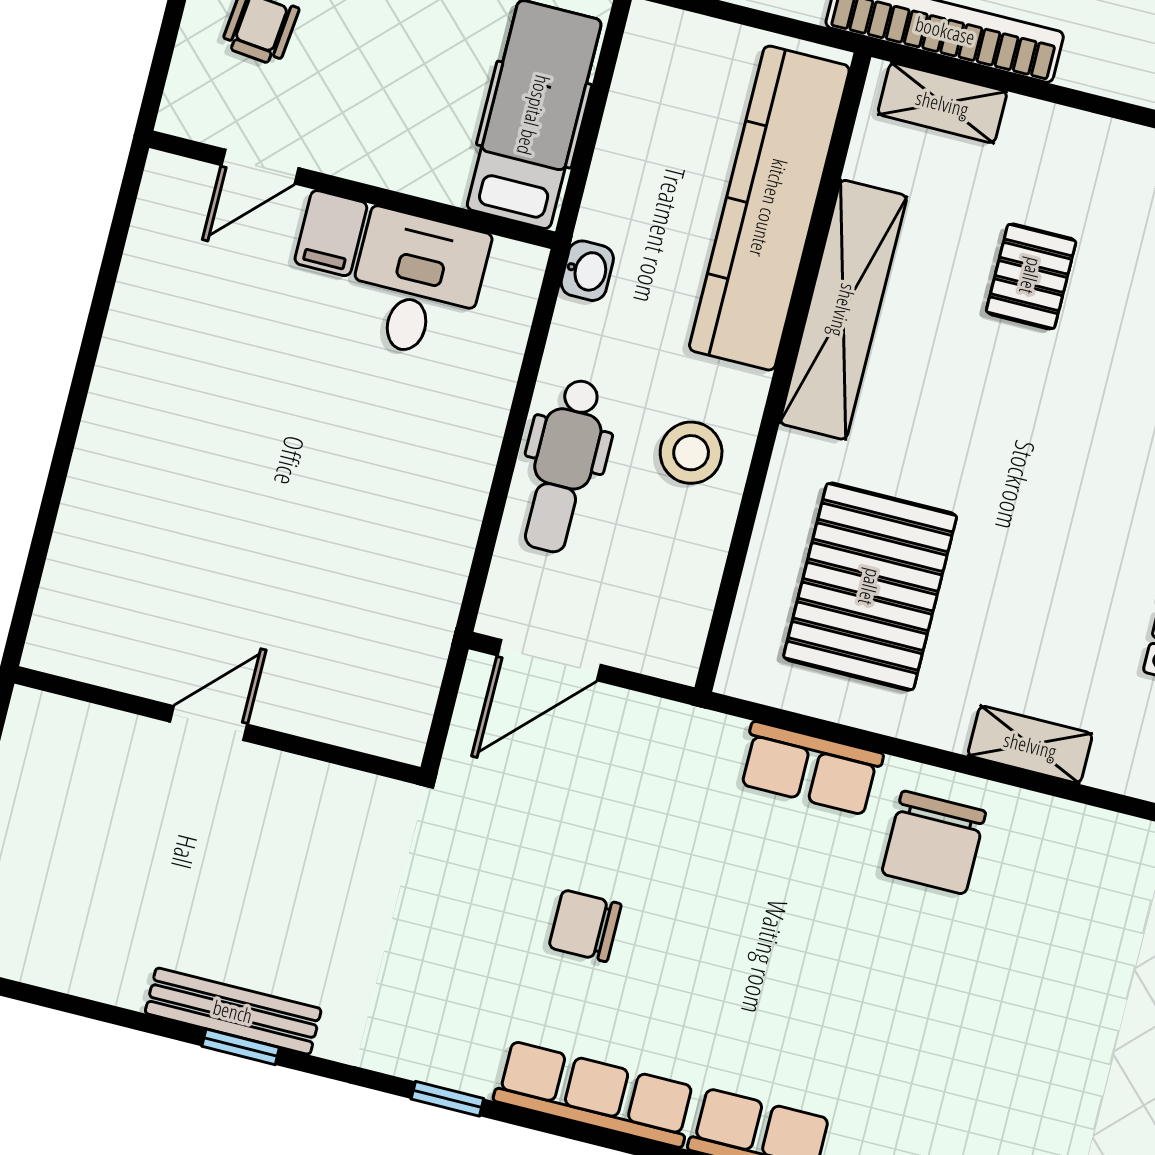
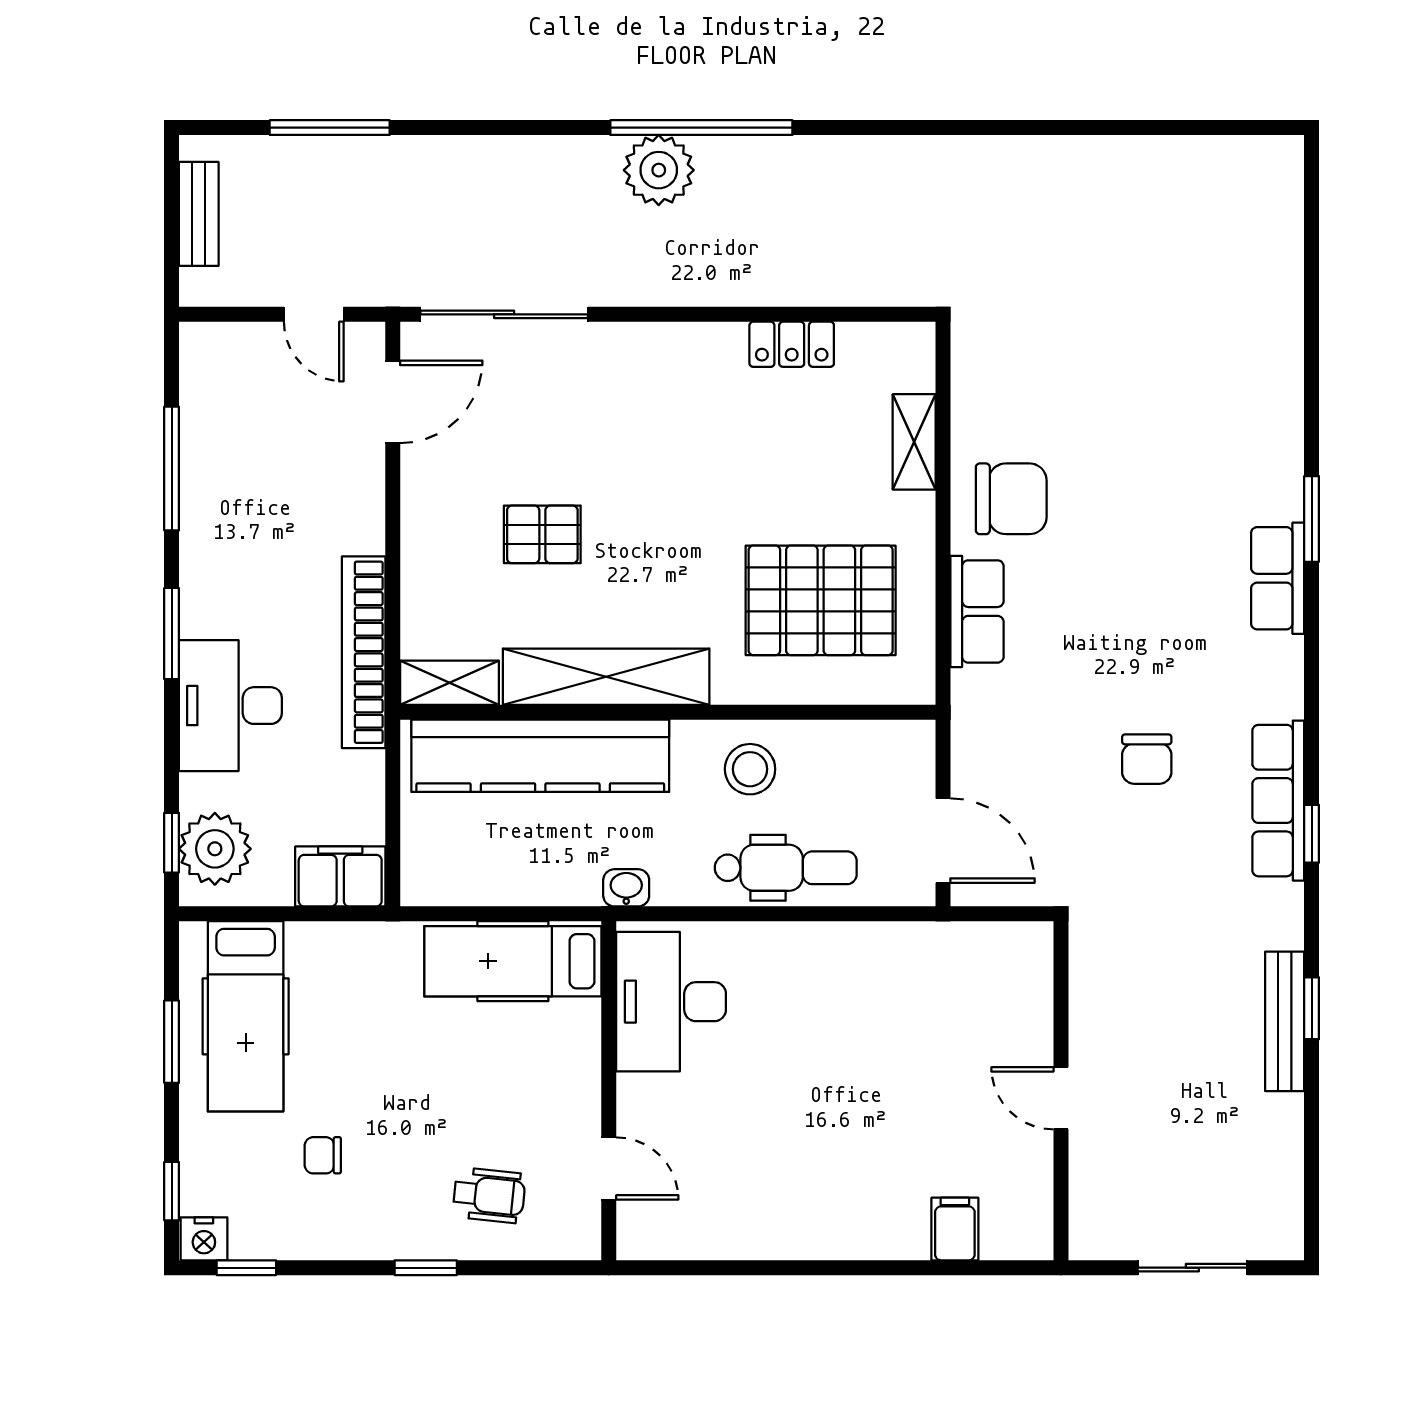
shelving: (942, 103) -> (449, 683), moved, turned 90
filing cabinet: (331, 233) -> (955, 1229), moved, turned -90
desk: (417, 284) -> (671, 1002), width x1.37
row of seats: (595, 1094) -> (1278, 801), moved

